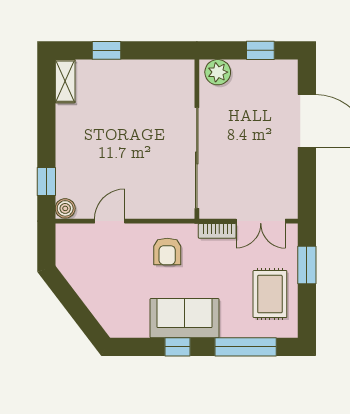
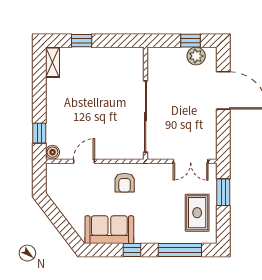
plant: (218, 72) -> (196, 56), moved
bookcase: (217, 231) -> (160, 168), removed
sofa: (185, 318) -> (109, 230), moved

